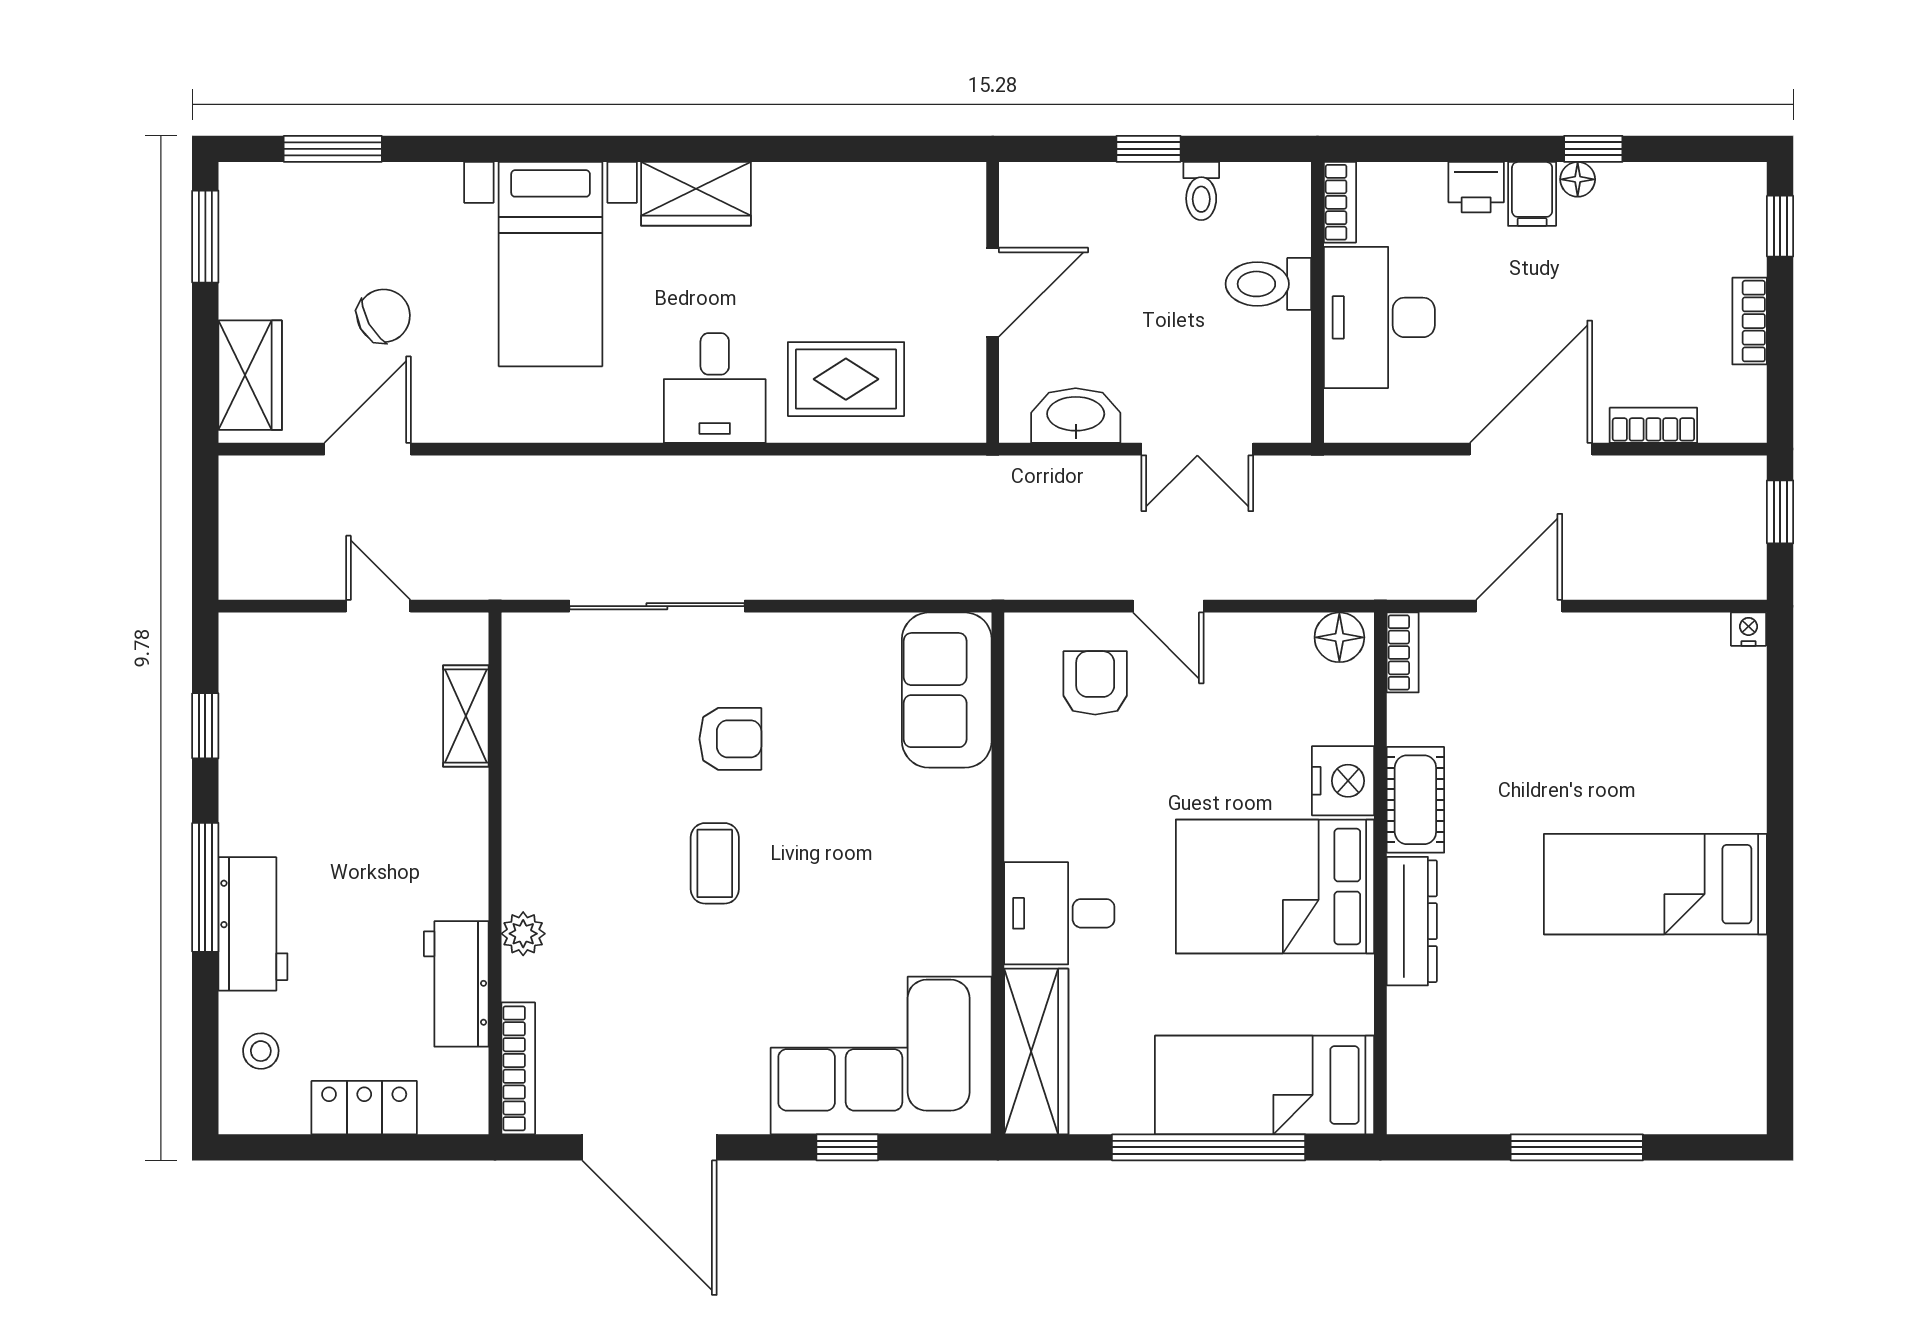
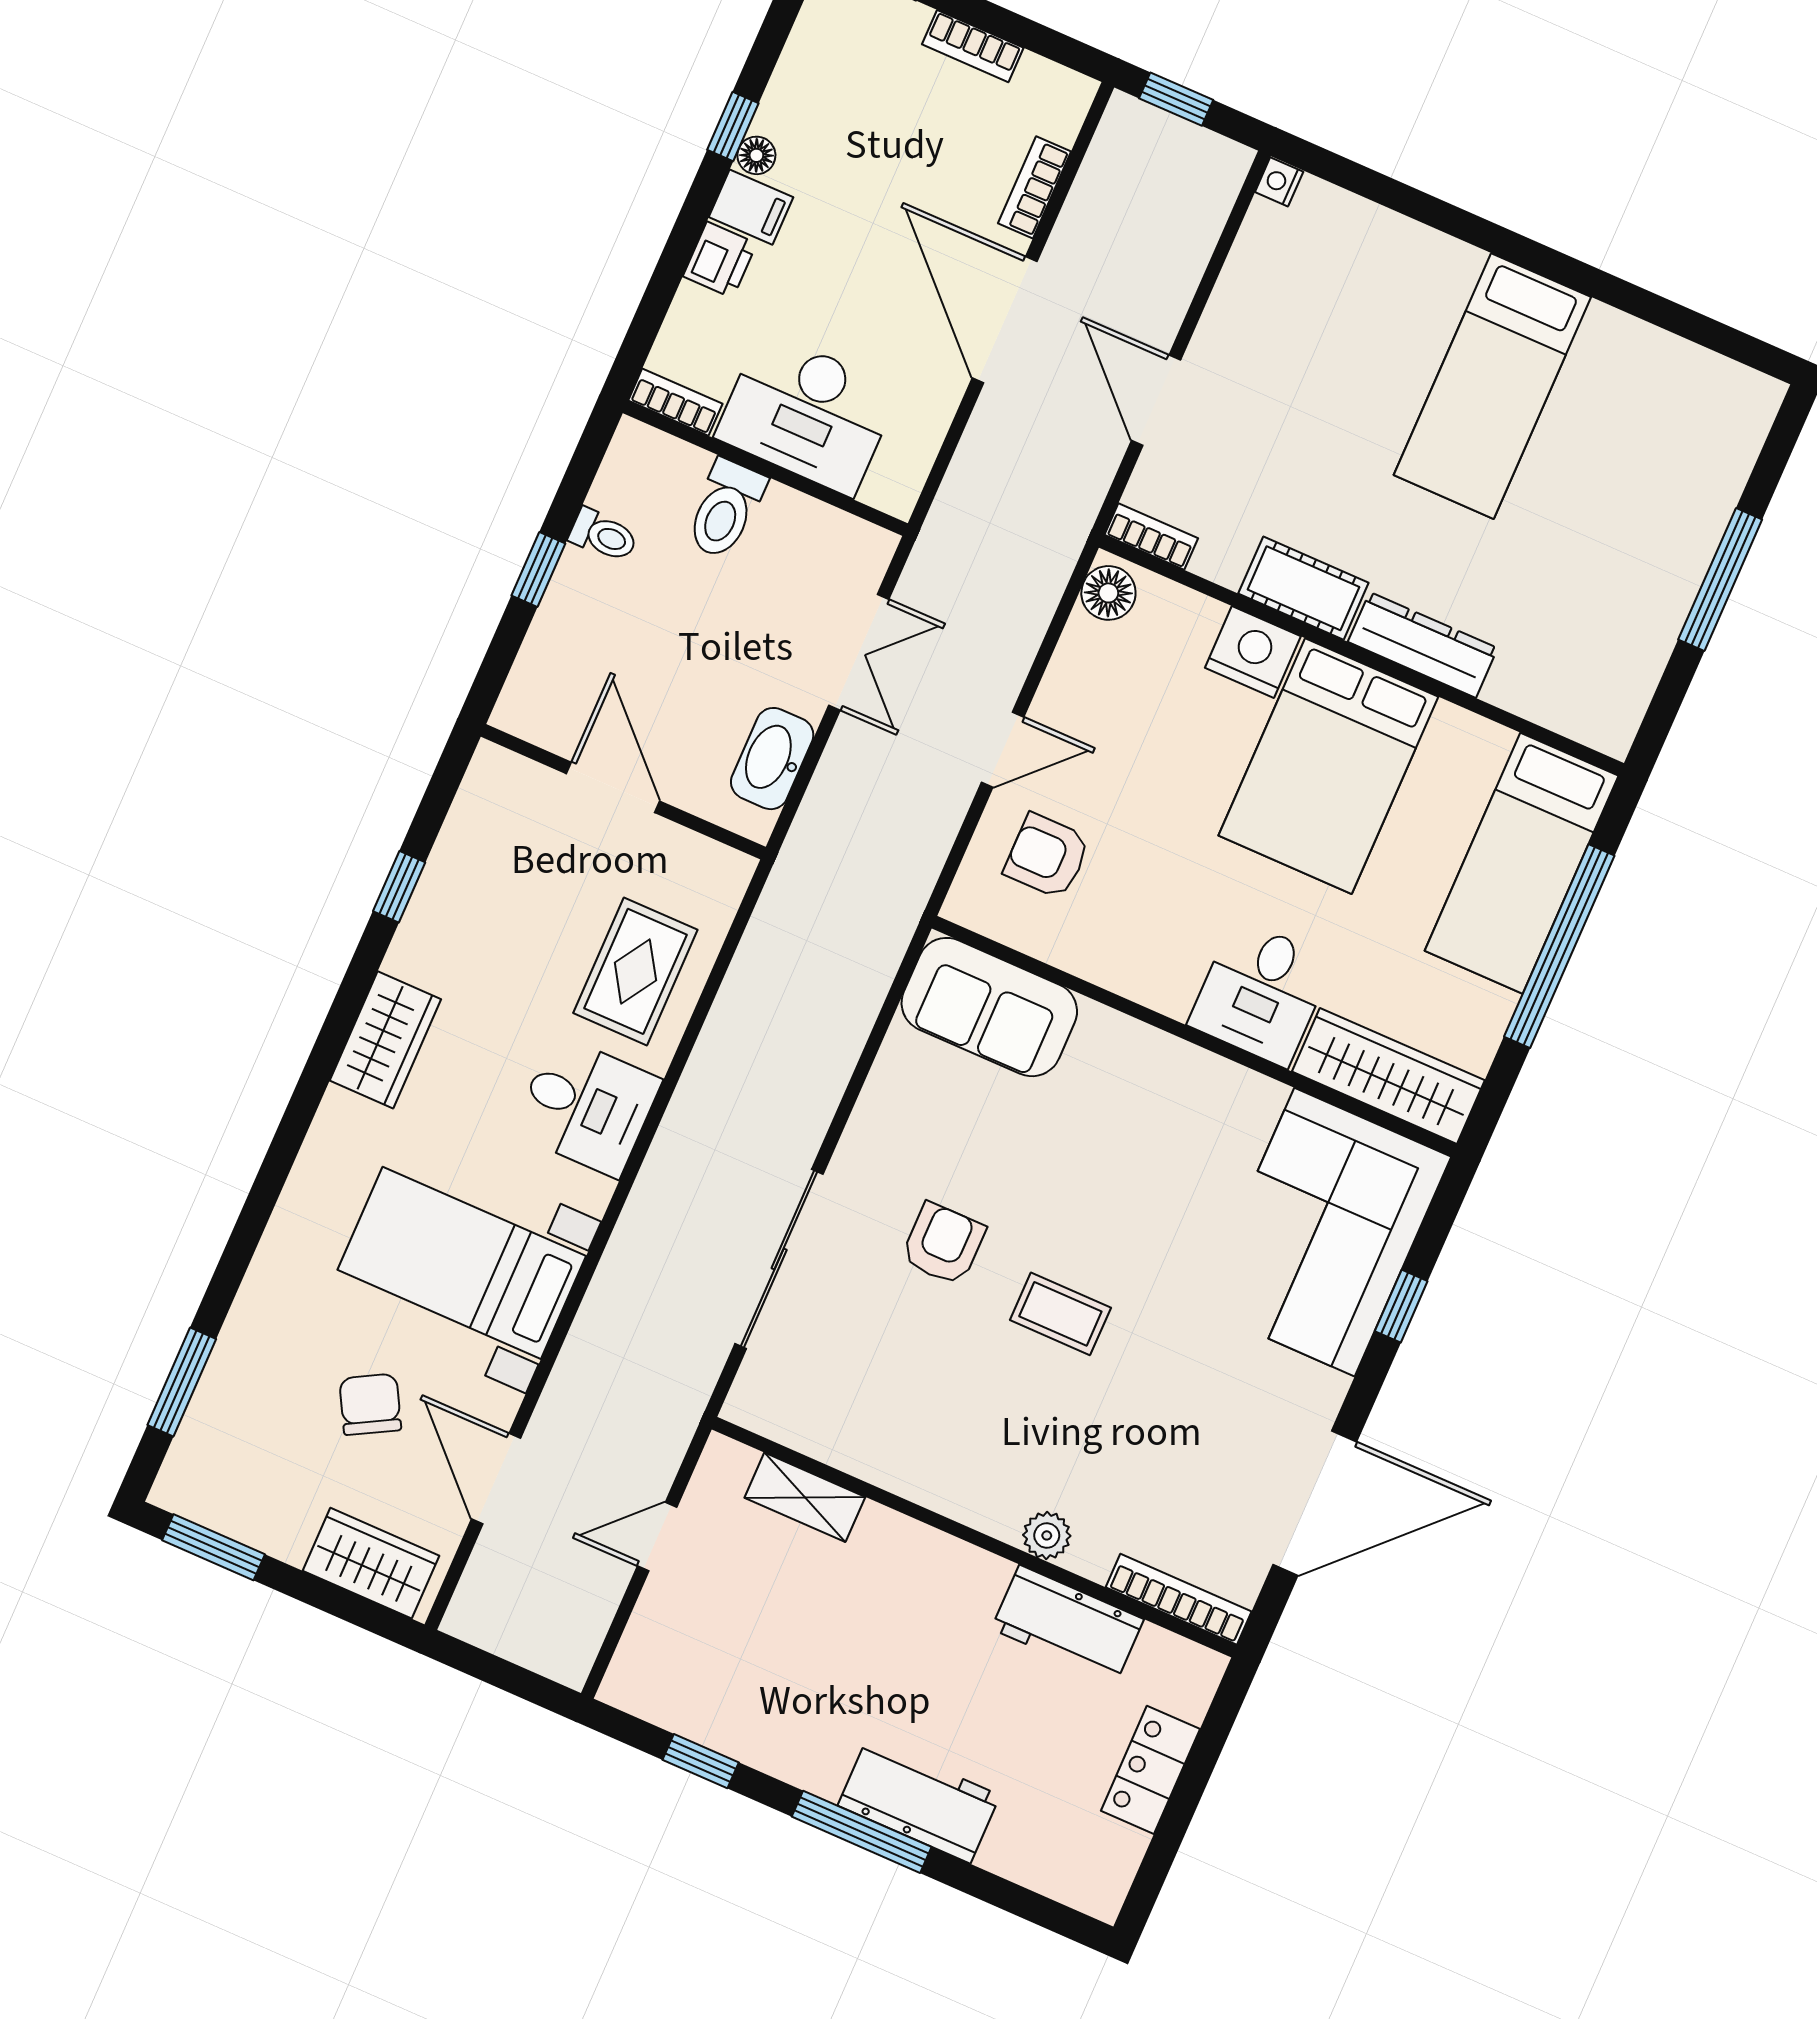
window: (830, 149) -> (399, 887), added
bed with nightstands: (551, 264) -> (462, 1263), moved, turned 180
stool: (261, 1051) -> (1049, 1848), removed

